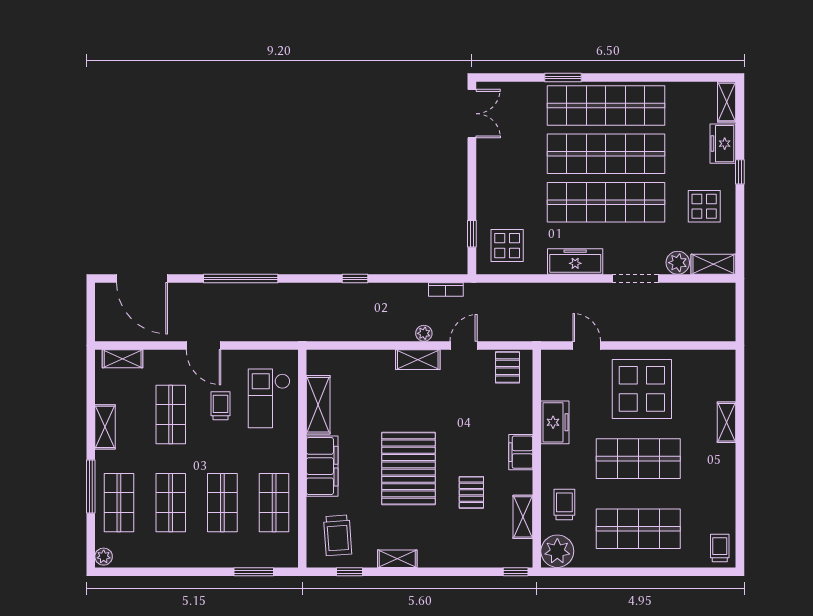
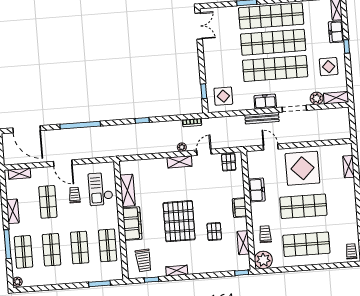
freezer: (575, 262) -> (265, 102), width x0.71
bench: (575, 291) -> (262, 118), added
shelving: (727, 422) -> (349, 167), moved

